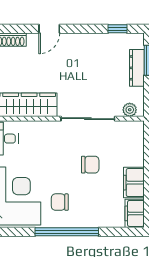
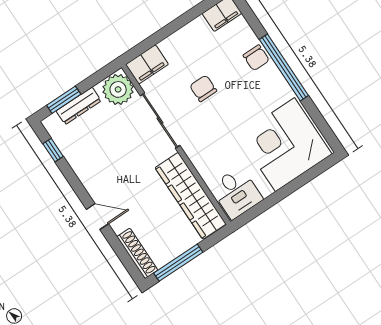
plant: (130, 110) -> (118, 89), width x1.88, depth x1.88
filing cabinet: (134, 183) -> (147, 64), moved
chair: (60, 202) -> (256, 58), moved

